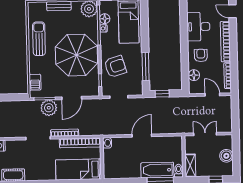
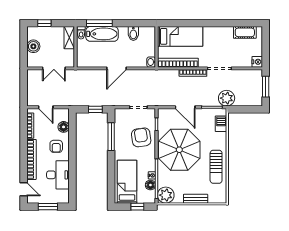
armchair: (115, 67) -> (141, 137), turned 99
door: (72, 98) -> (185, 107), swing flipped
plant: (49, 108) -> (227, 98), moved
bidet: (126, 171) -> (133, 33), added

